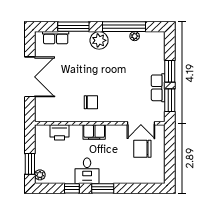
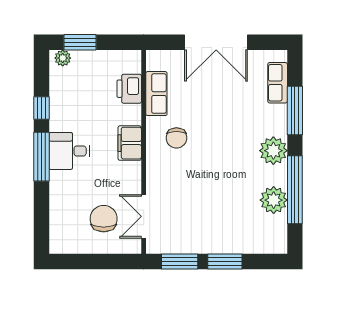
plant: (135, 36) -> (274, 200), width x1.88, depth x1.88
row of seats: (158, 88) -> (156, 94), moved, turned 90
desk: (87, 171) -> (69, 151), moved
window: (103, 188) -> (42, 157), width x1.44

